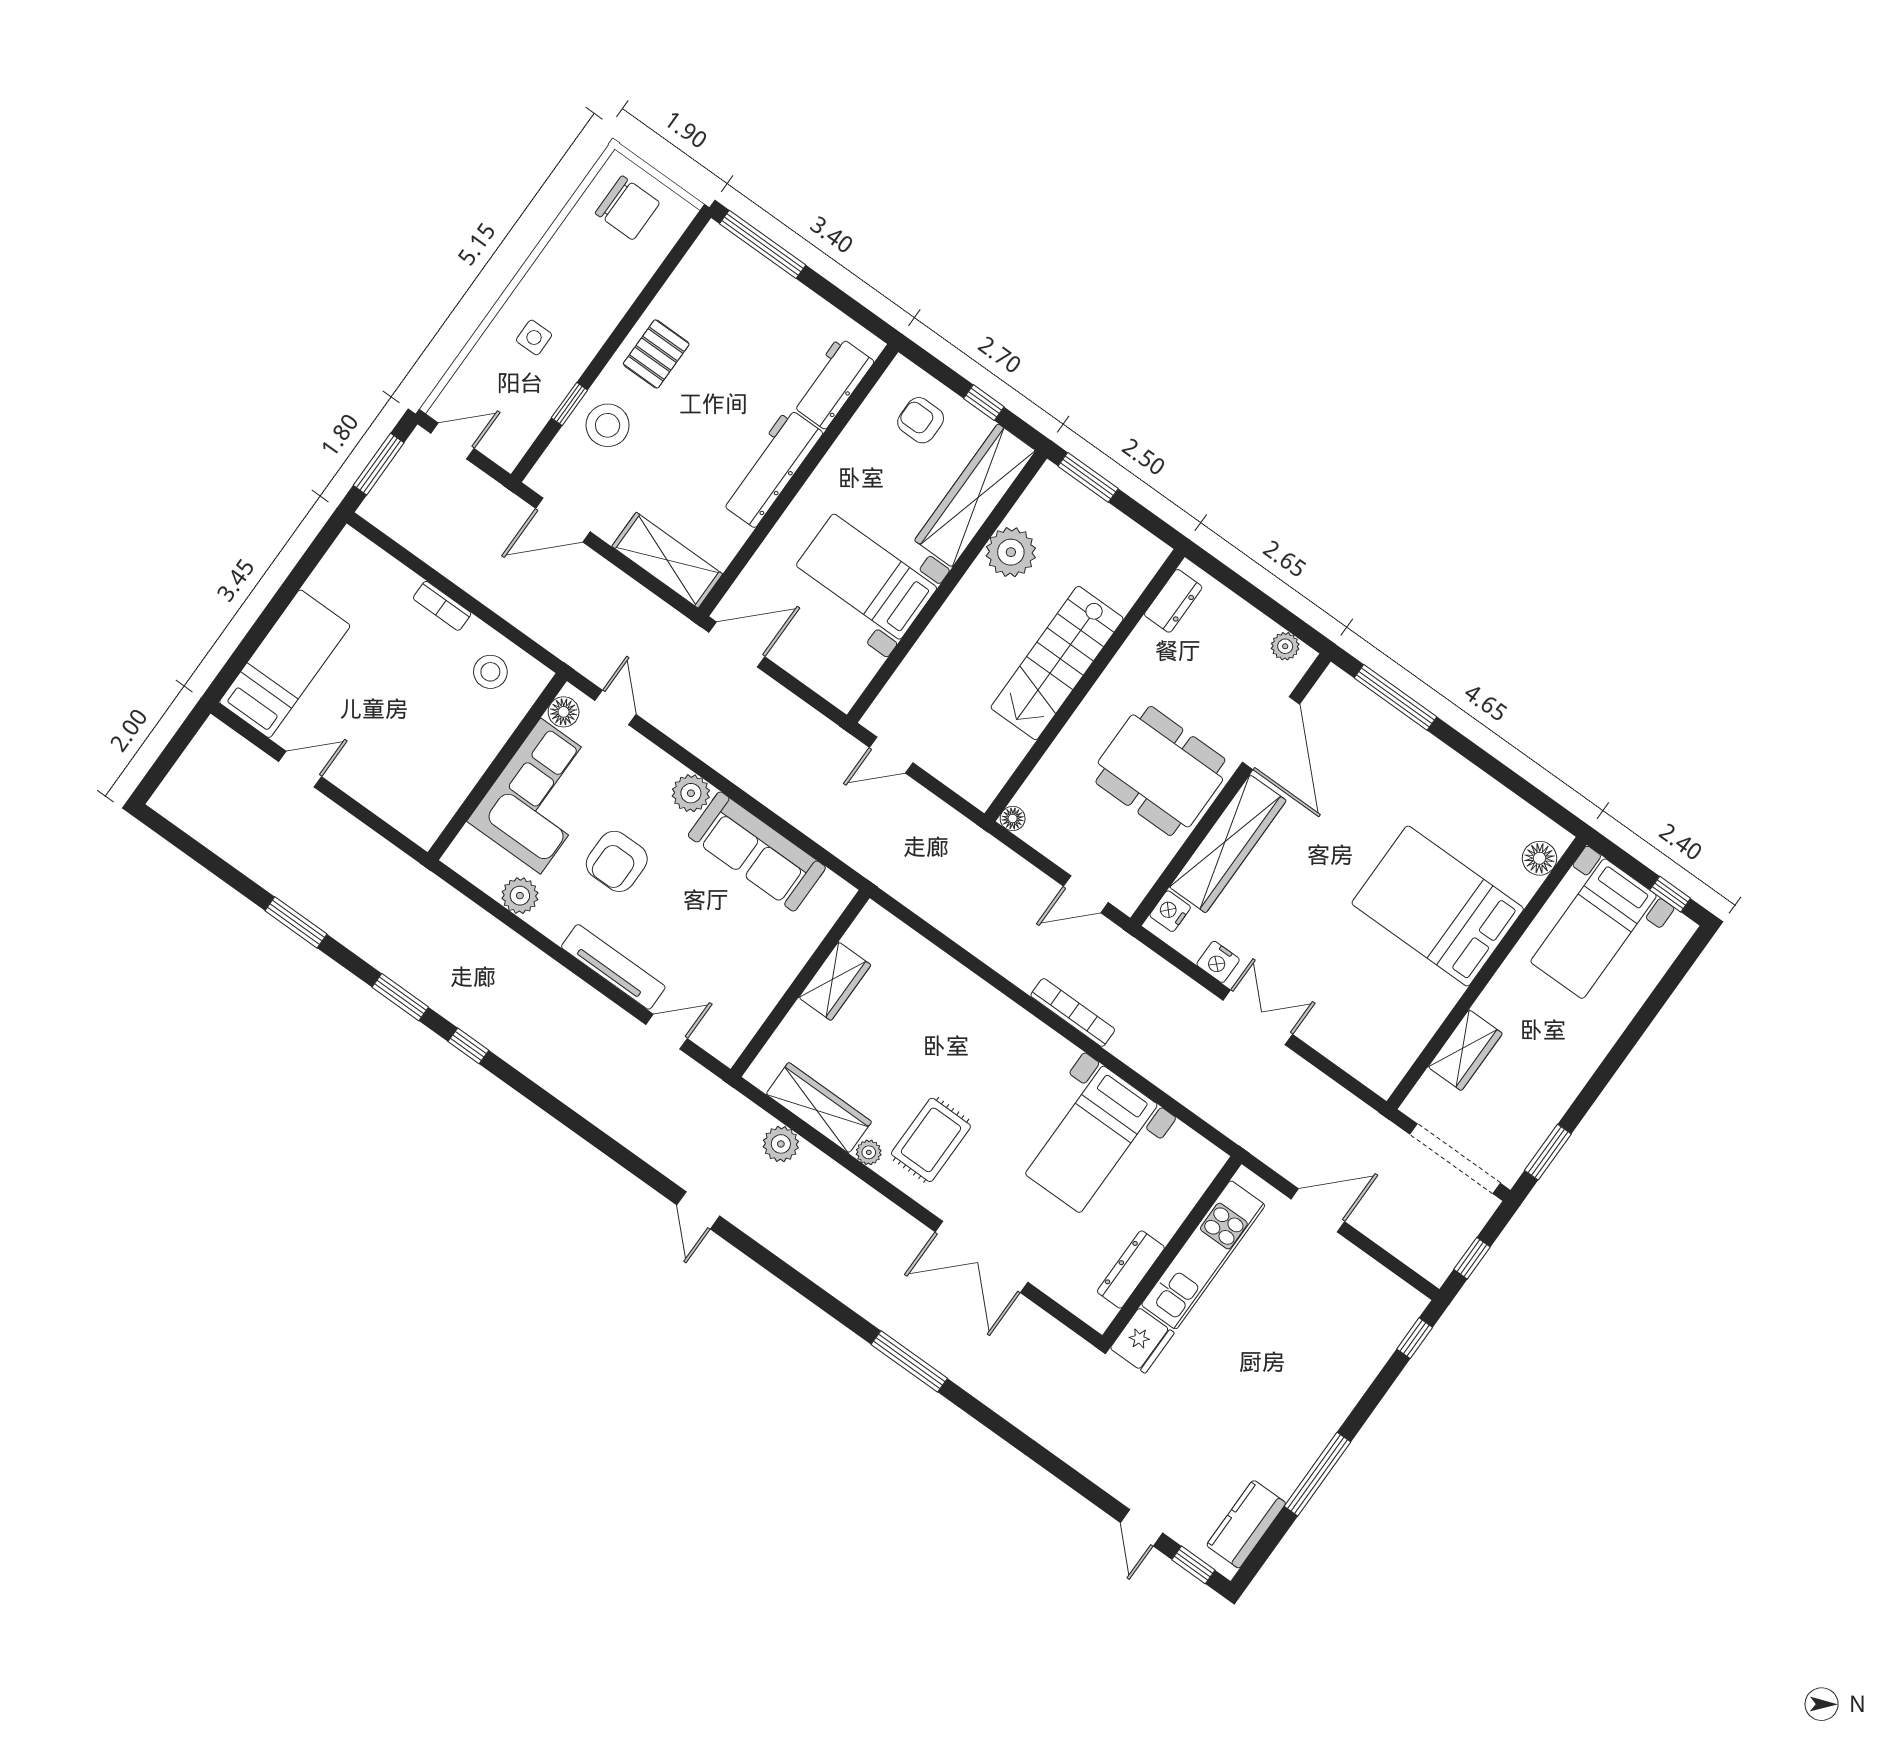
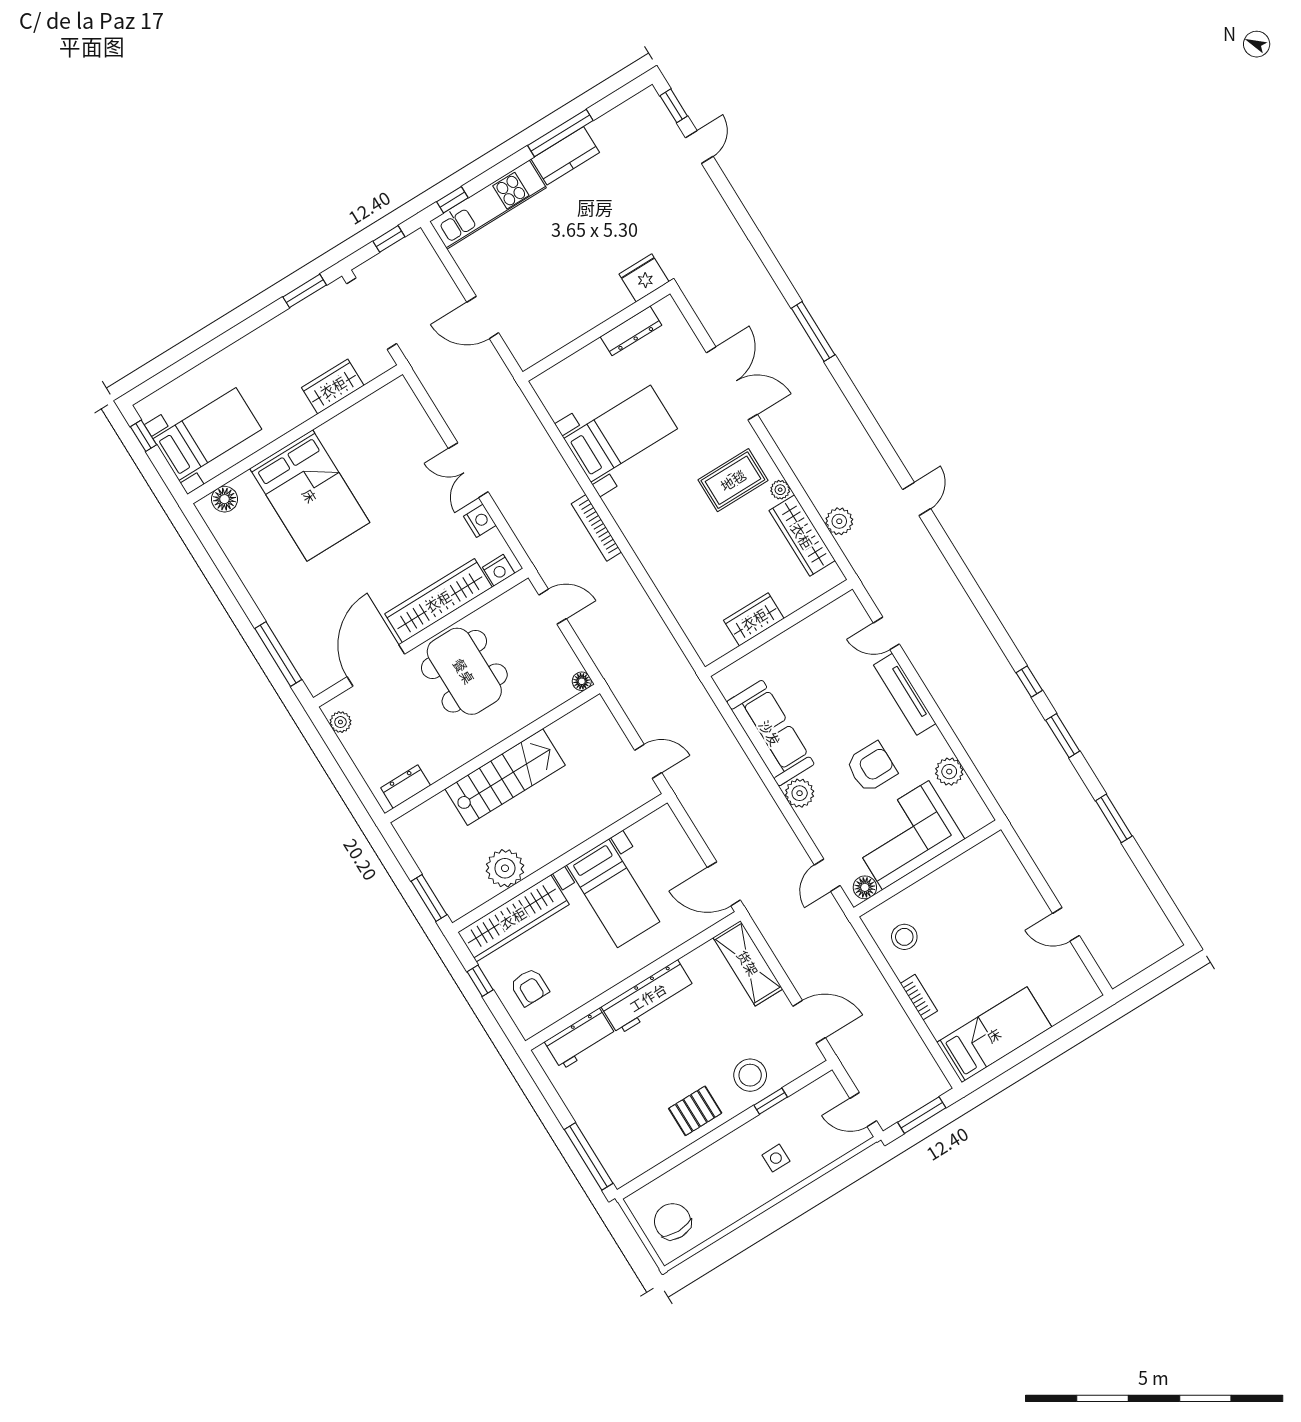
bed: (285, 664) -> (994, 1035), moved, turned 180
kitchen unit: (1203, 1255) -> (488, 205), moved, turned 180
kitchen counter: (1246, 1524) -> (565, 156), moved

